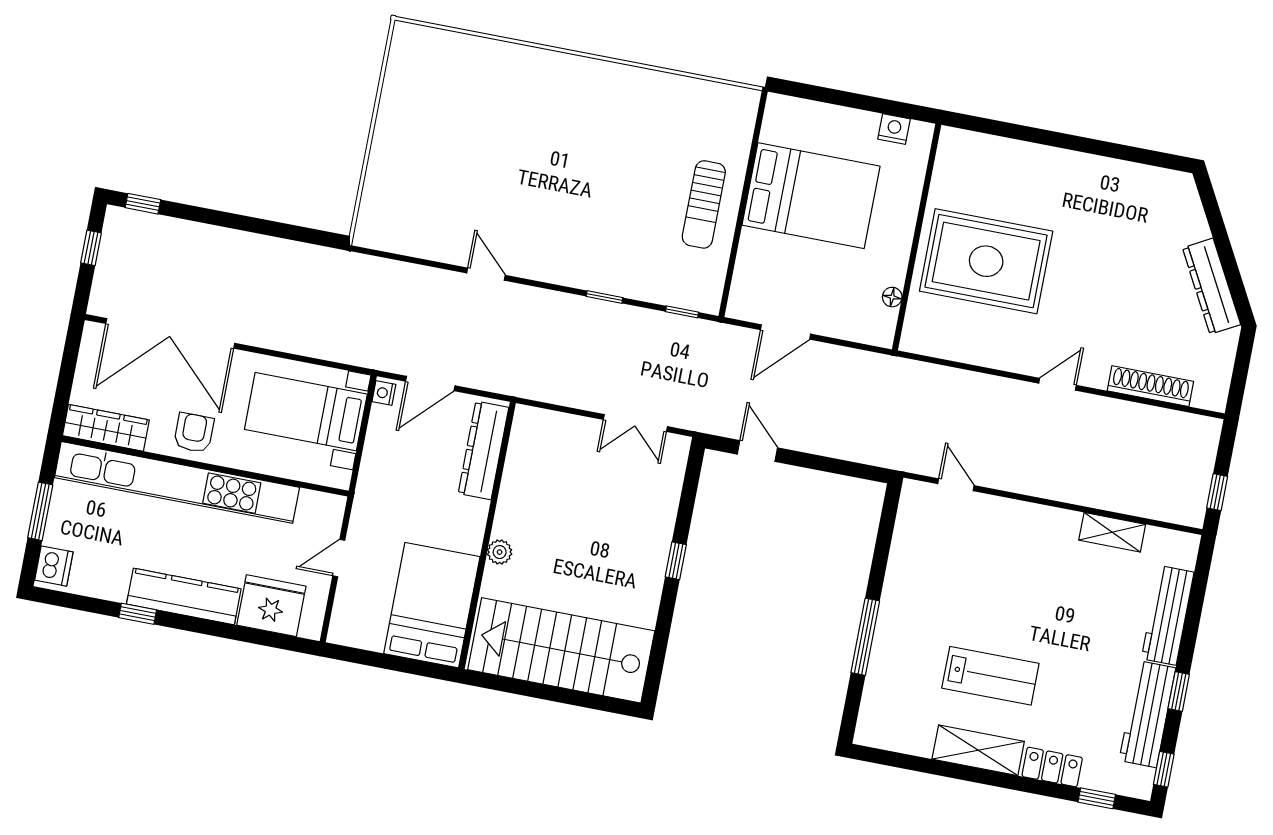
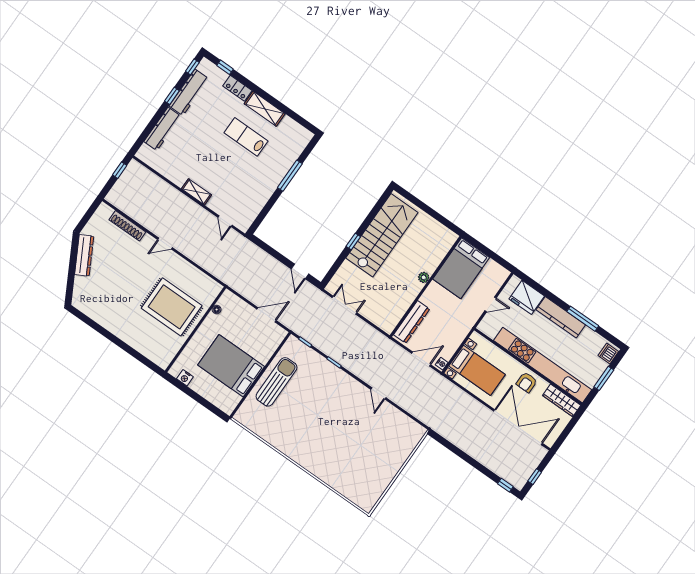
sun lounger: (704, 204) -> (276, 382), width x1.36, depth x1.34
shelving: (1112, 532) -> (197, 192), moved
window: (138, 614) -> (583, 319), width x2.17
stairs: (561, 650) -> (382, 235), moved, turned -90

